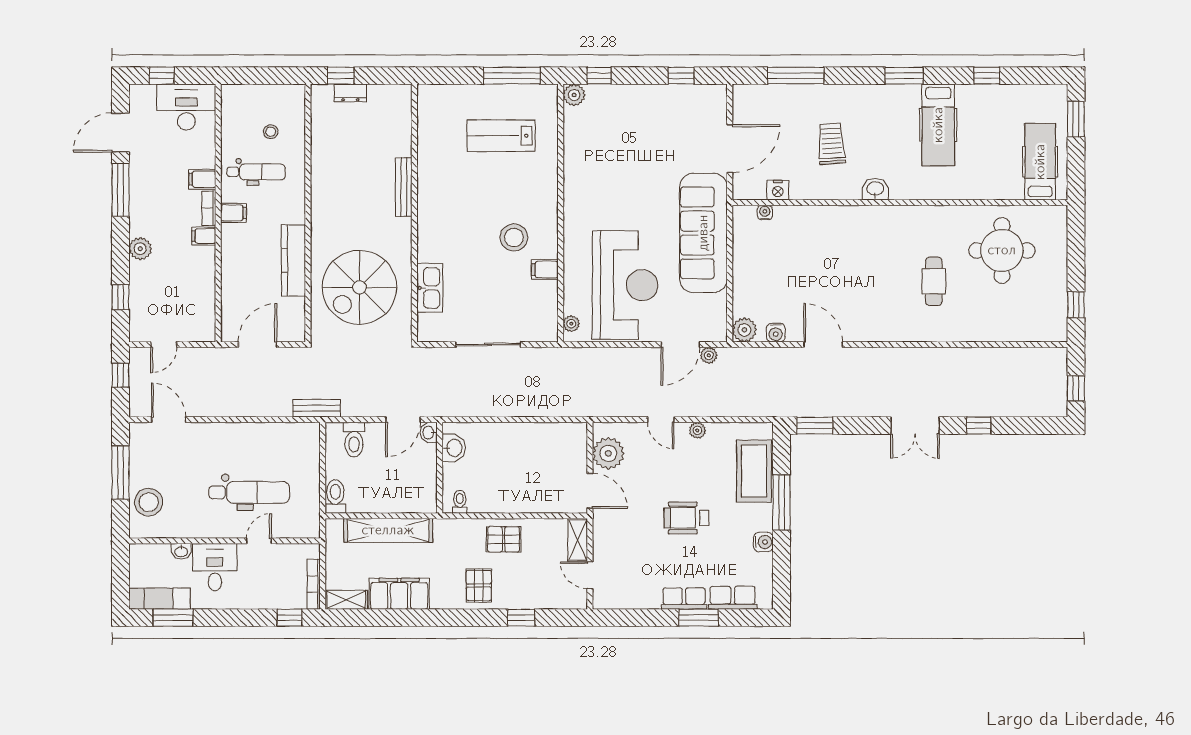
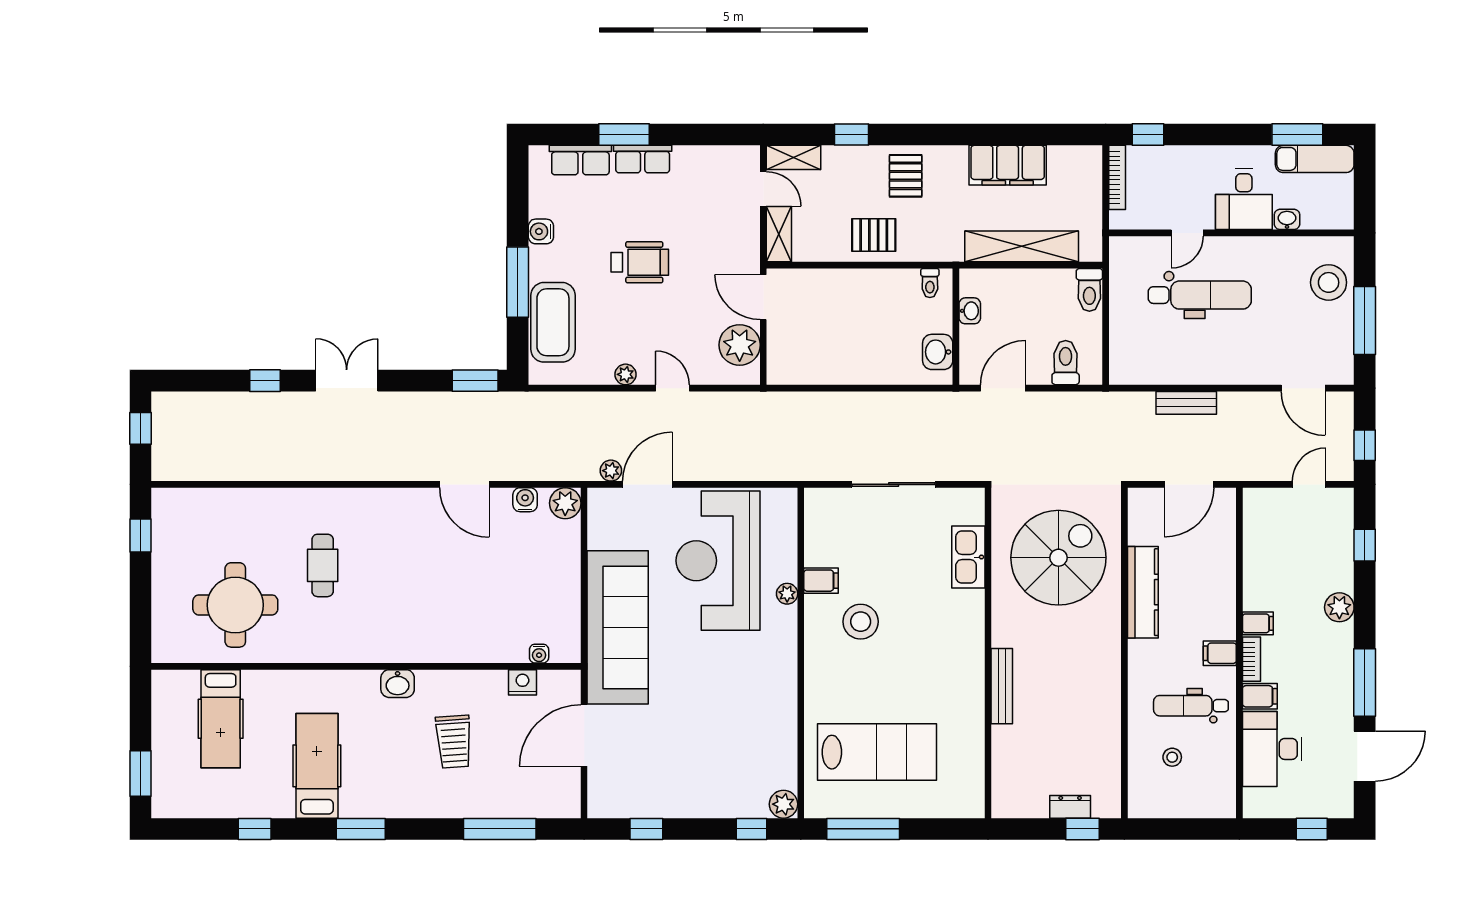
desk: (186, 107) -> (1272, 749), moved, turned 90
lab bench: (501, 136) -> (877, 752), width x1.36, depth x1.39
hospital bed: (1040, 162) -> (221, 719), moved
plant: (571, 324) -> (787, 594), moved
bench: (317, 408) -> (1186, 403), moved
washbasin: (429, 432) -> (970, 311), moved
dental chair: (249, 492) -> (1200, 295), turned 180
shelving: (346, 600) -> (794, 157), moved

